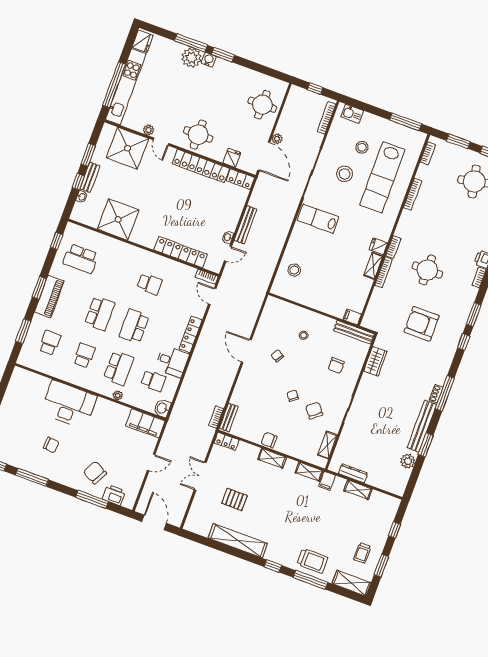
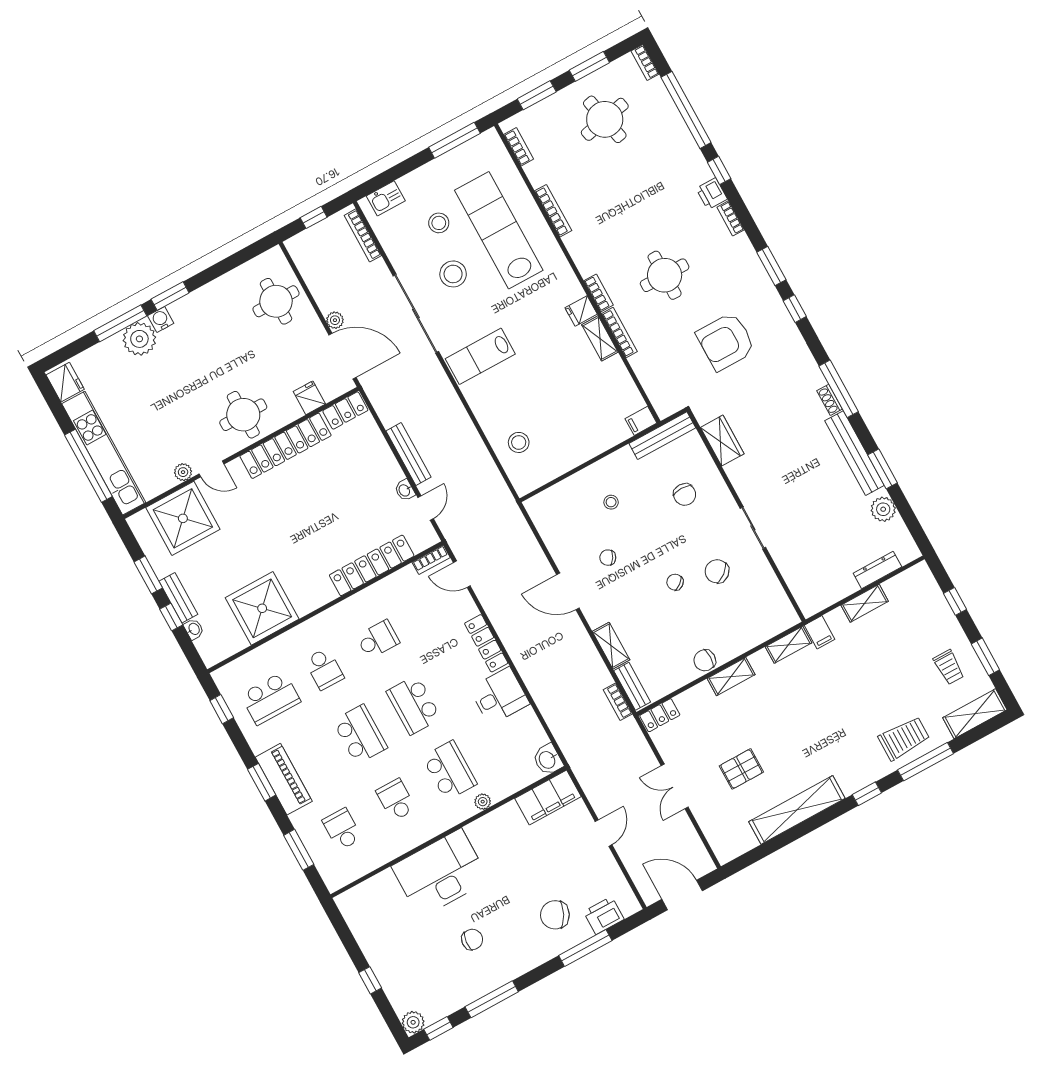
lab bench: (382, 177) -> (499, 230), turned 180
school desk: (153, 381) -> (324, 669), moved, turned 90
shelving: (327, 445) -> (611, 646), moved
dresser: (353, 473) -> (877, 570), moved

